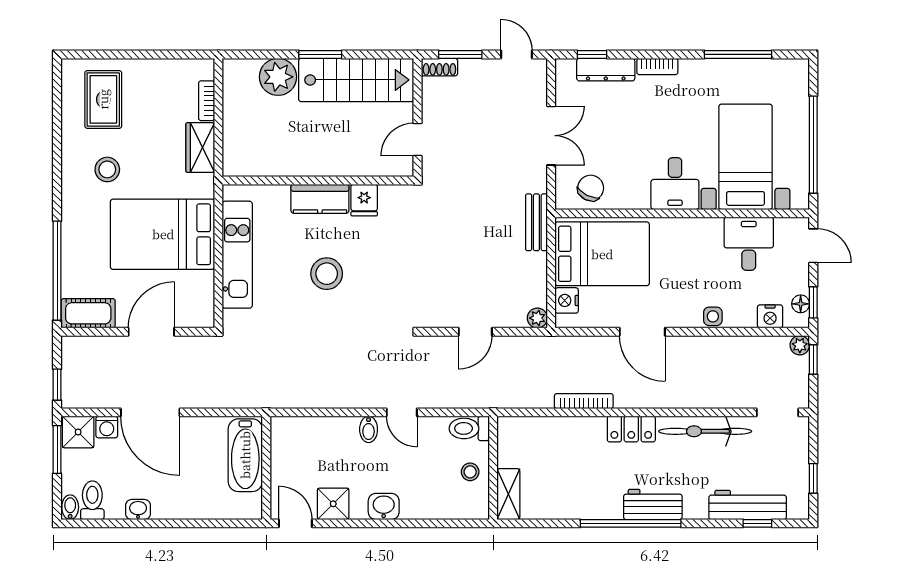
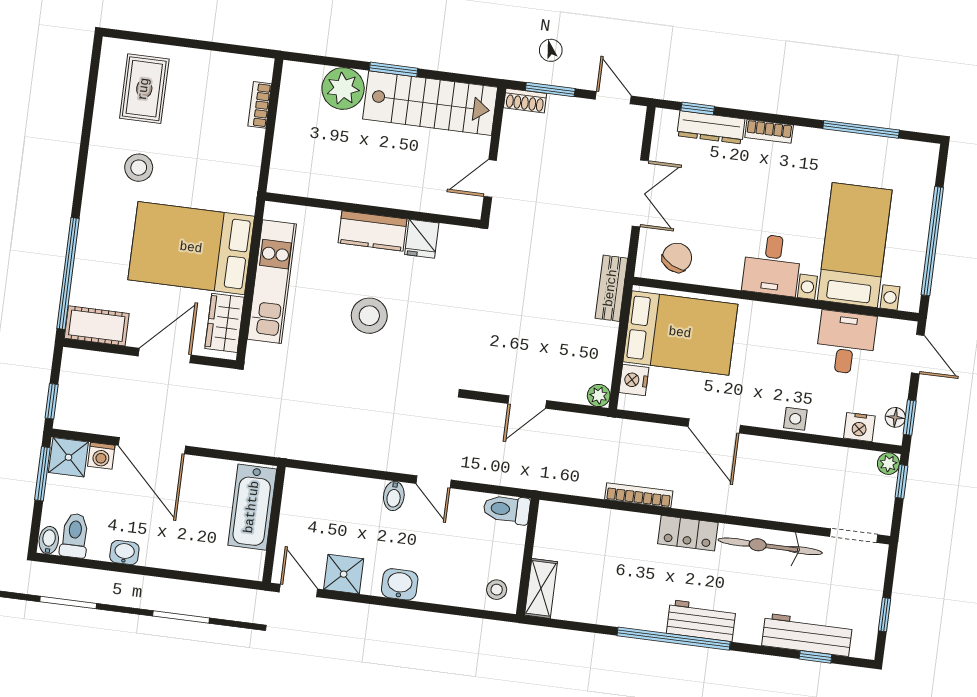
wardrobe: (200, 148) -> (225, 323), moved
stool: (470, 472) -> (497, 590), moved

